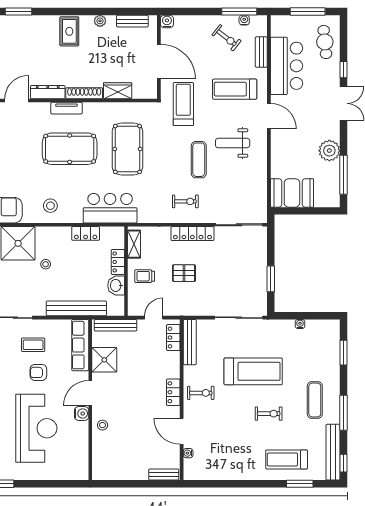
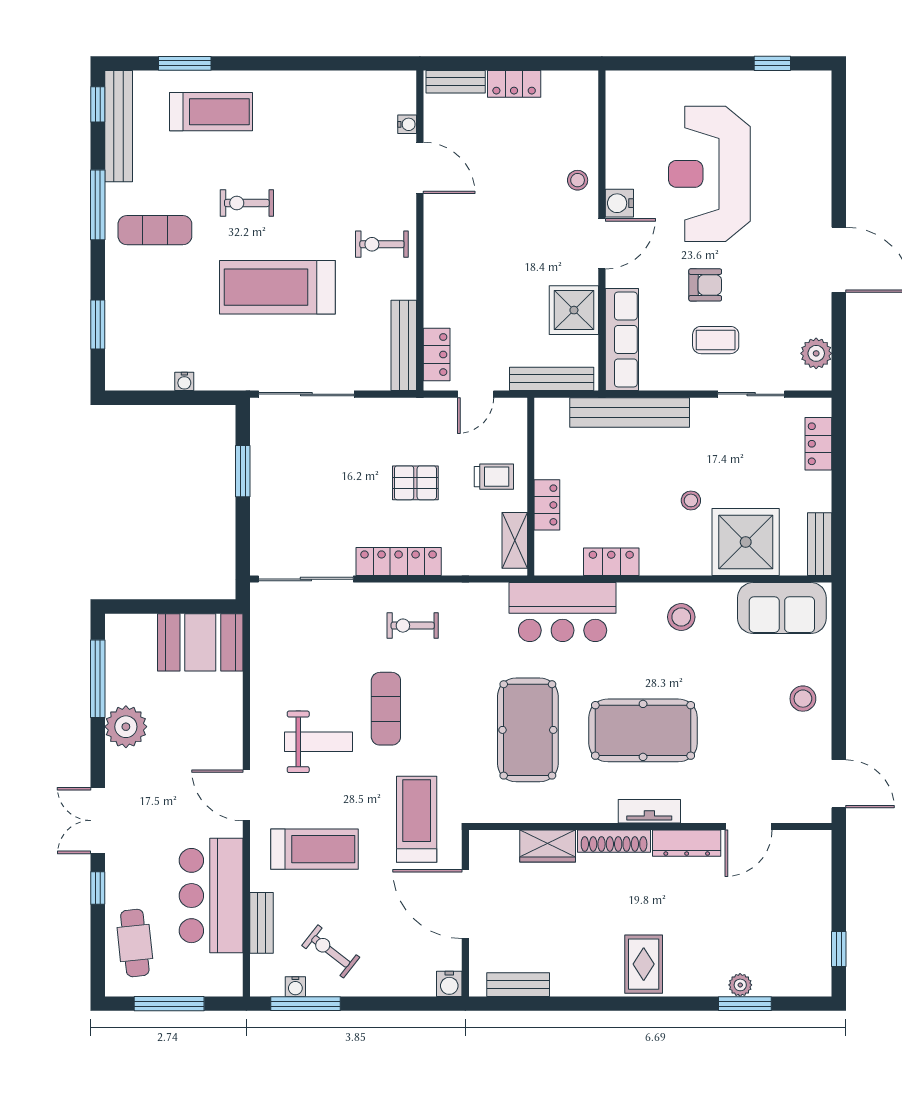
plant: (100, 21) -> (740, 985), moved
treadmill: (183, 104) -> (417, 819), turned 180
washbasin: (116, 285) -> (551, 458), removed
locker: (173, 392) -> (514, 84), moved, turned 90
exercise mat: (315, 400) -> (155, 230), turned 90

